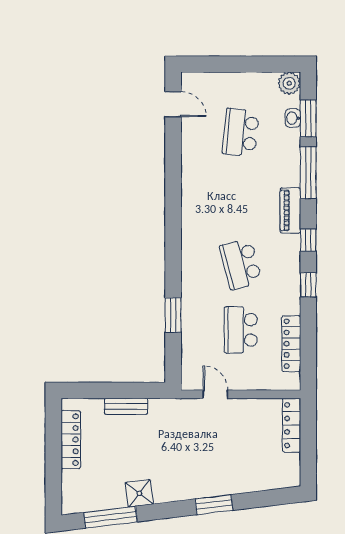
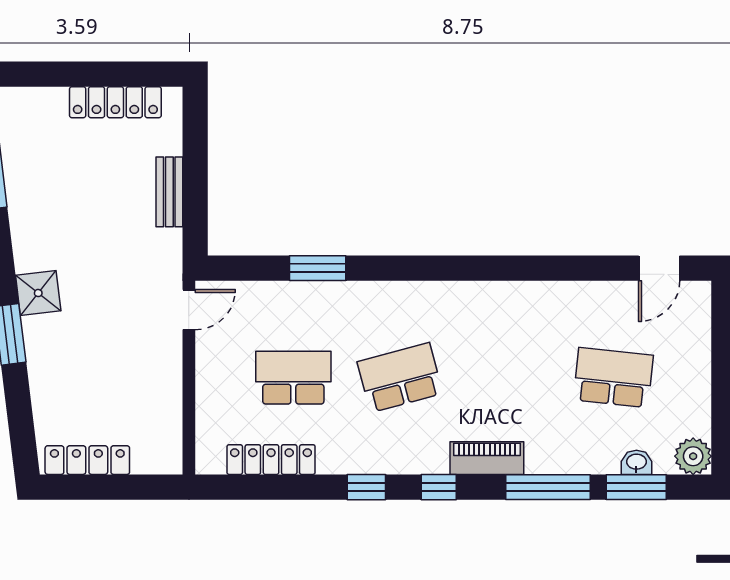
door: (215, 394) -> (189, 310), moved
locker: (292, 425) -> (87, 460), moved
shower: (139, 493) -> (38, 293), moved

